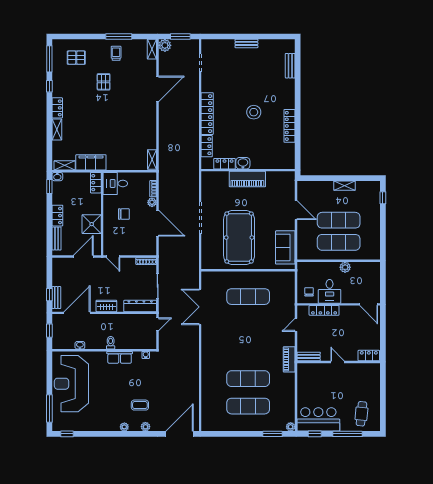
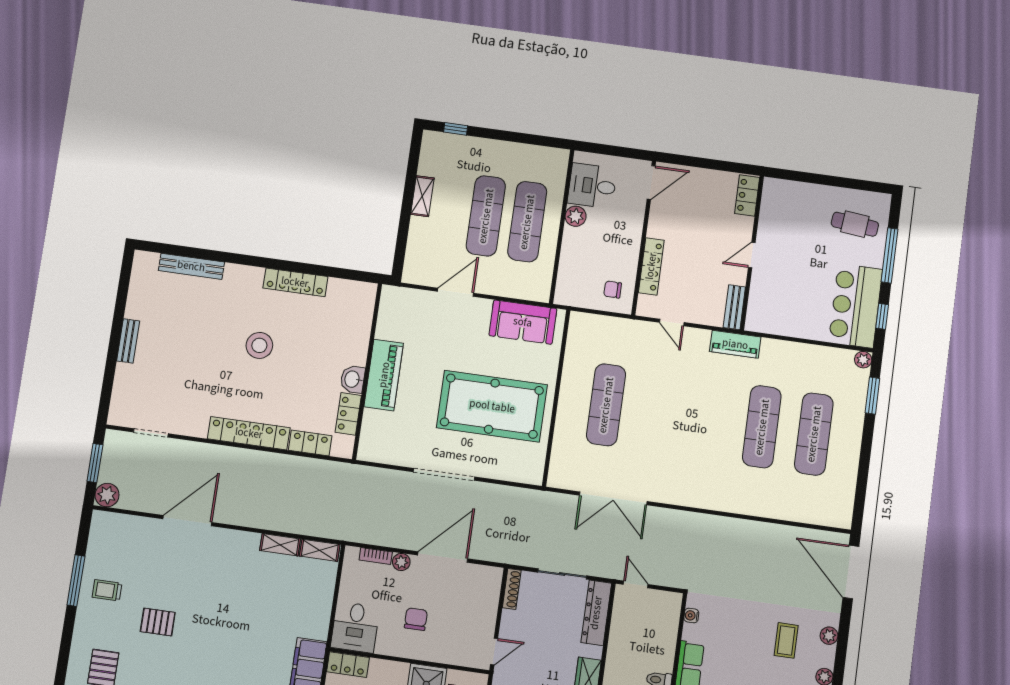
shelving: (152, 49) -> (280, 545), moved
bench: (290, 66) -> (191, 266), width x1.36
door: (158, 89) -> (187, 521), hinge flipped
desk: (330, 291) -> (592, 186), moved, turned 180

